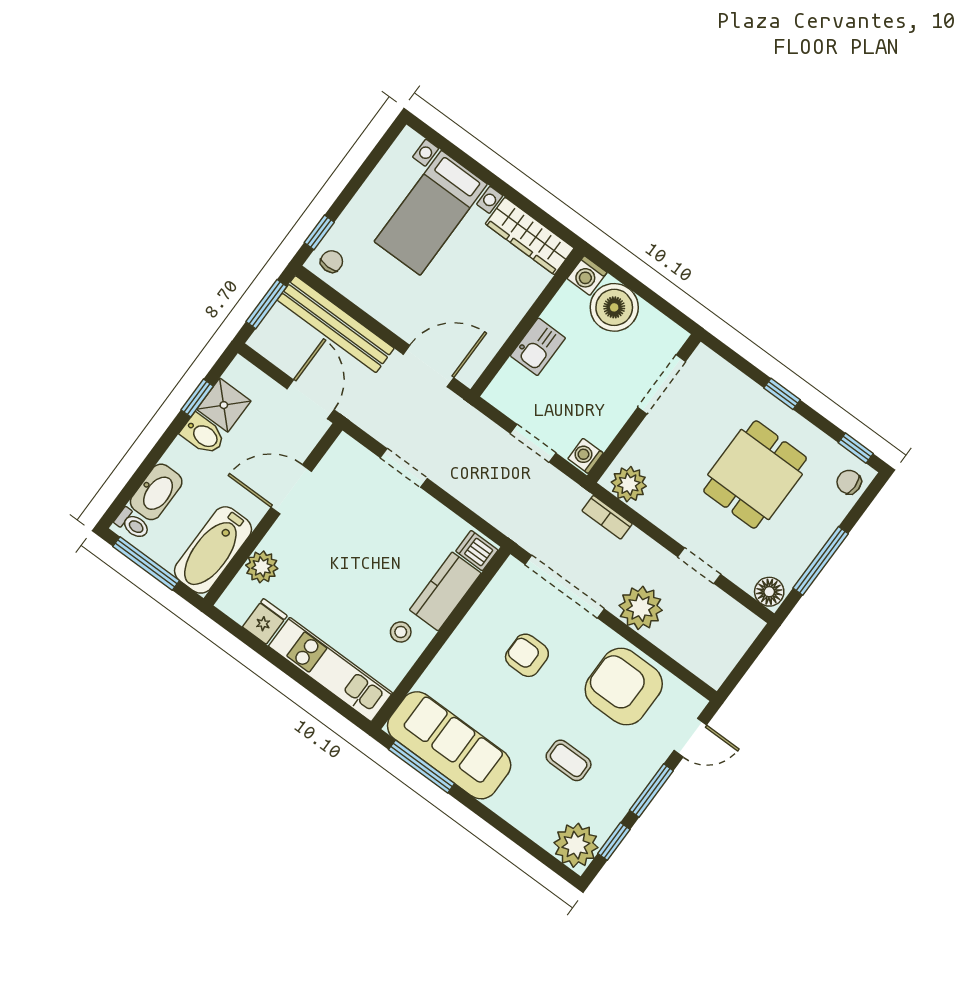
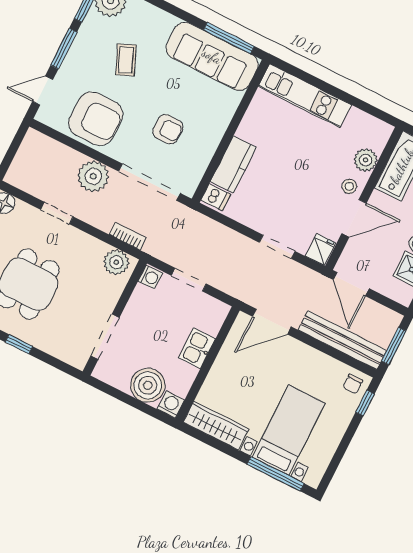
window: (459, 156) -> (276, 474), added
fridge: (265, 621) -> (321, 250), moved, turned 180
stool: (401, 632) -> (349, 186), moved
coffee table: (569, 760) -> (126, 60), turned 67

